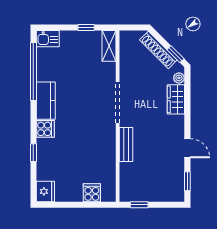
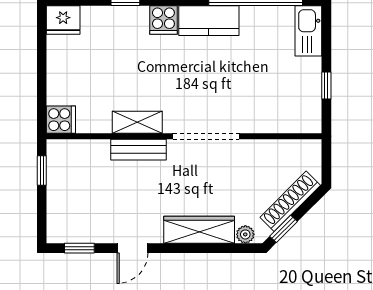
kitchen sink: (48, 39) -> (308, 31), width x1.38
shelving: (109, 46) -> (137, 122), moved
wardrobe: (176, 99) -> (199, 230), width x1.50
cooker: (92, 193) -> (61, 120), moved

